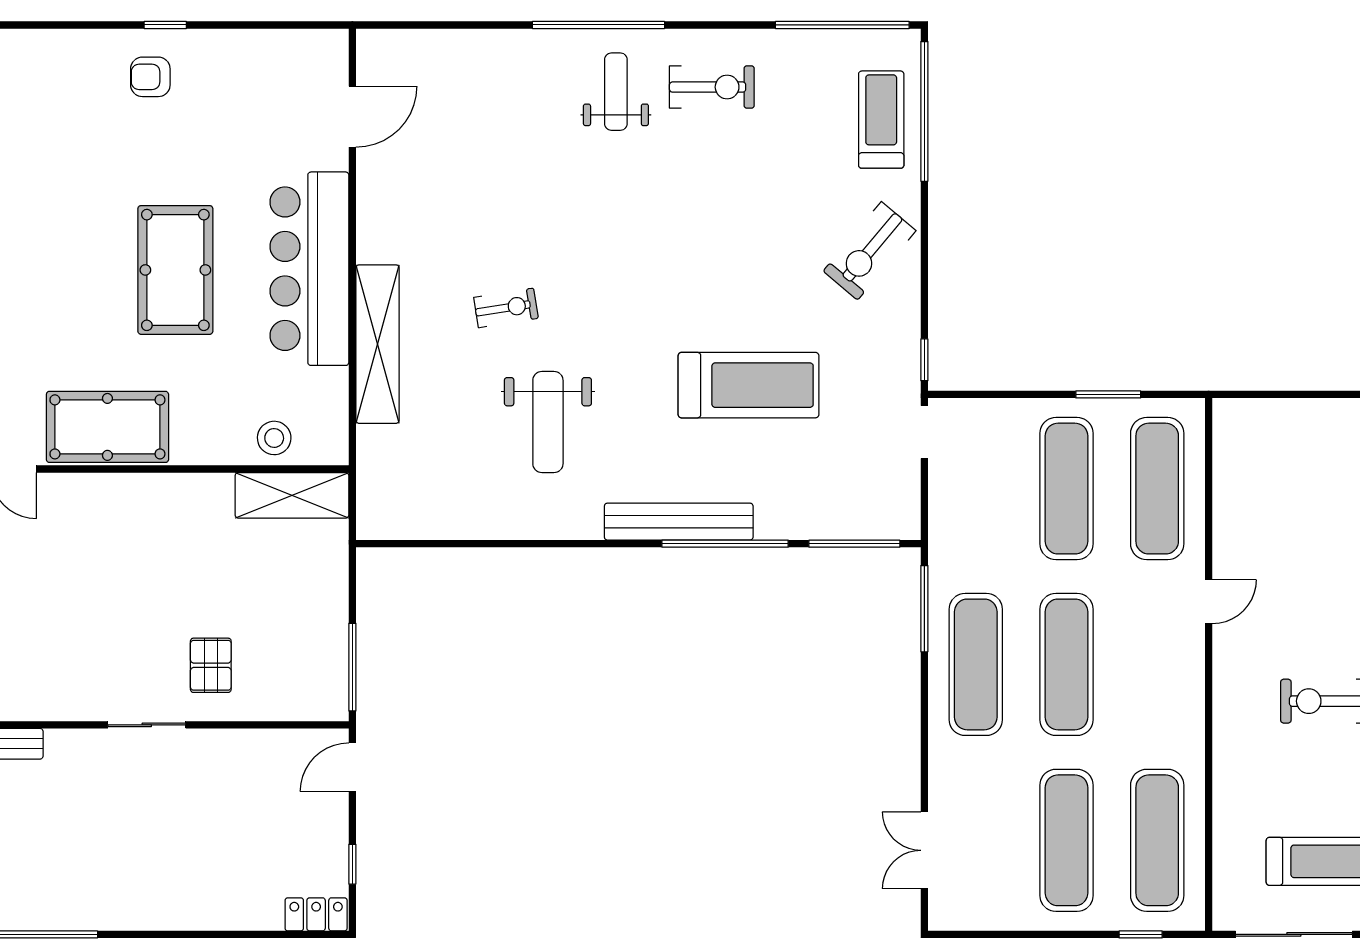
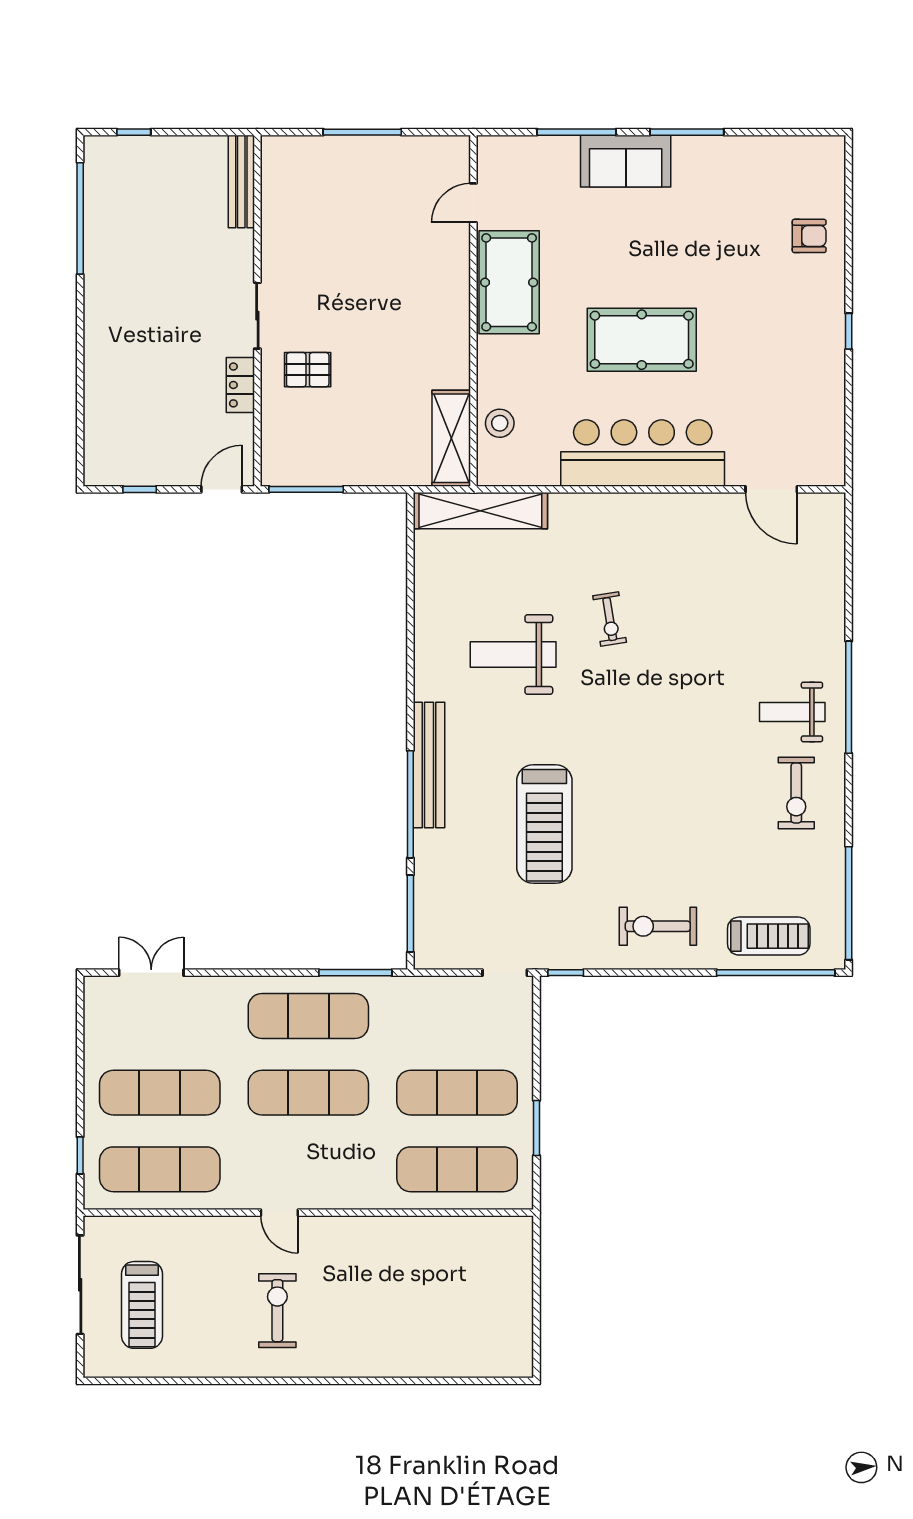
armchair: (150, 77) -> (809, 236), moved, turned 90
weight bench: (616, 92) -> (792, 712), turned 180
exercise bike: (870, 251) -> (658, 926), turned -40
shelving: (378, 344) -> (480, 511), moved
door: (1209, 602) -> (279, 1213), moved
door: (352, 767) -> (222, 489), hinge flipped
locker: (316, 914) -> (240, 385), moved, turned 180

